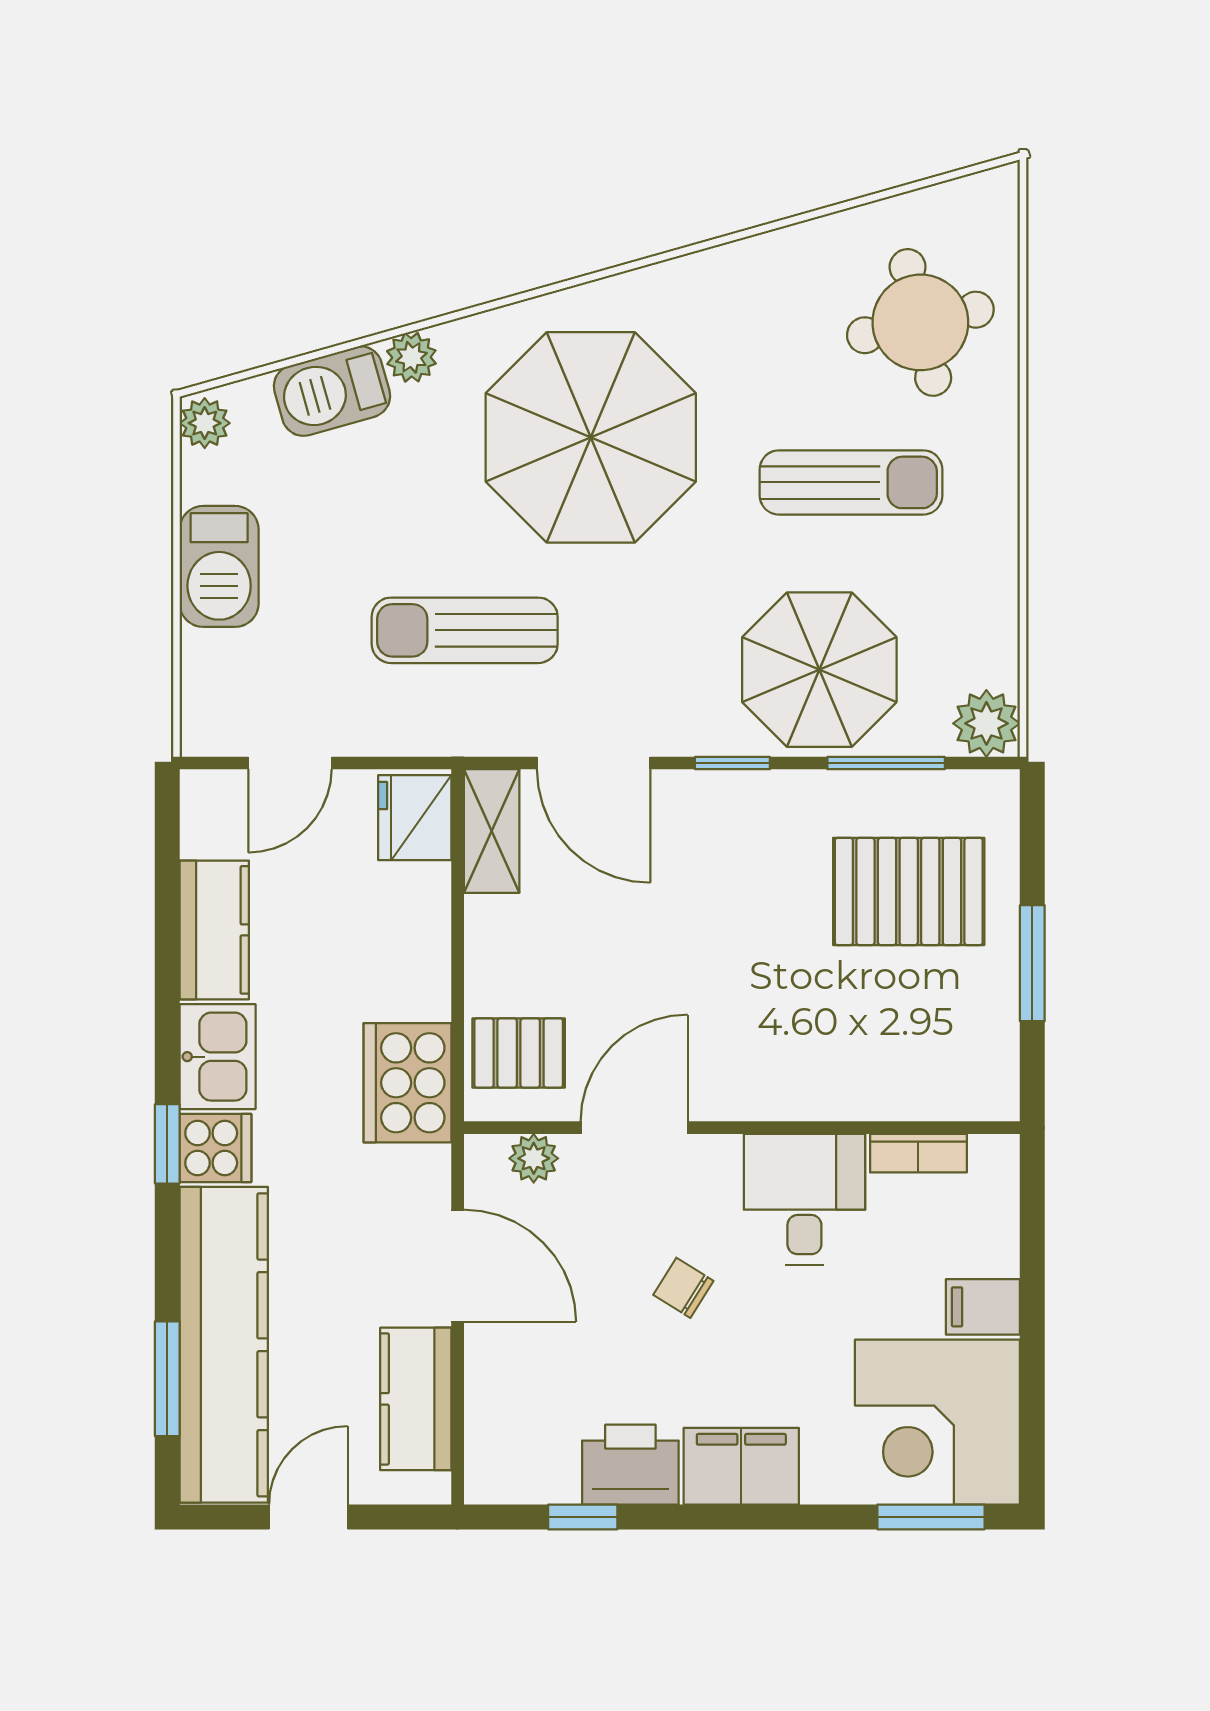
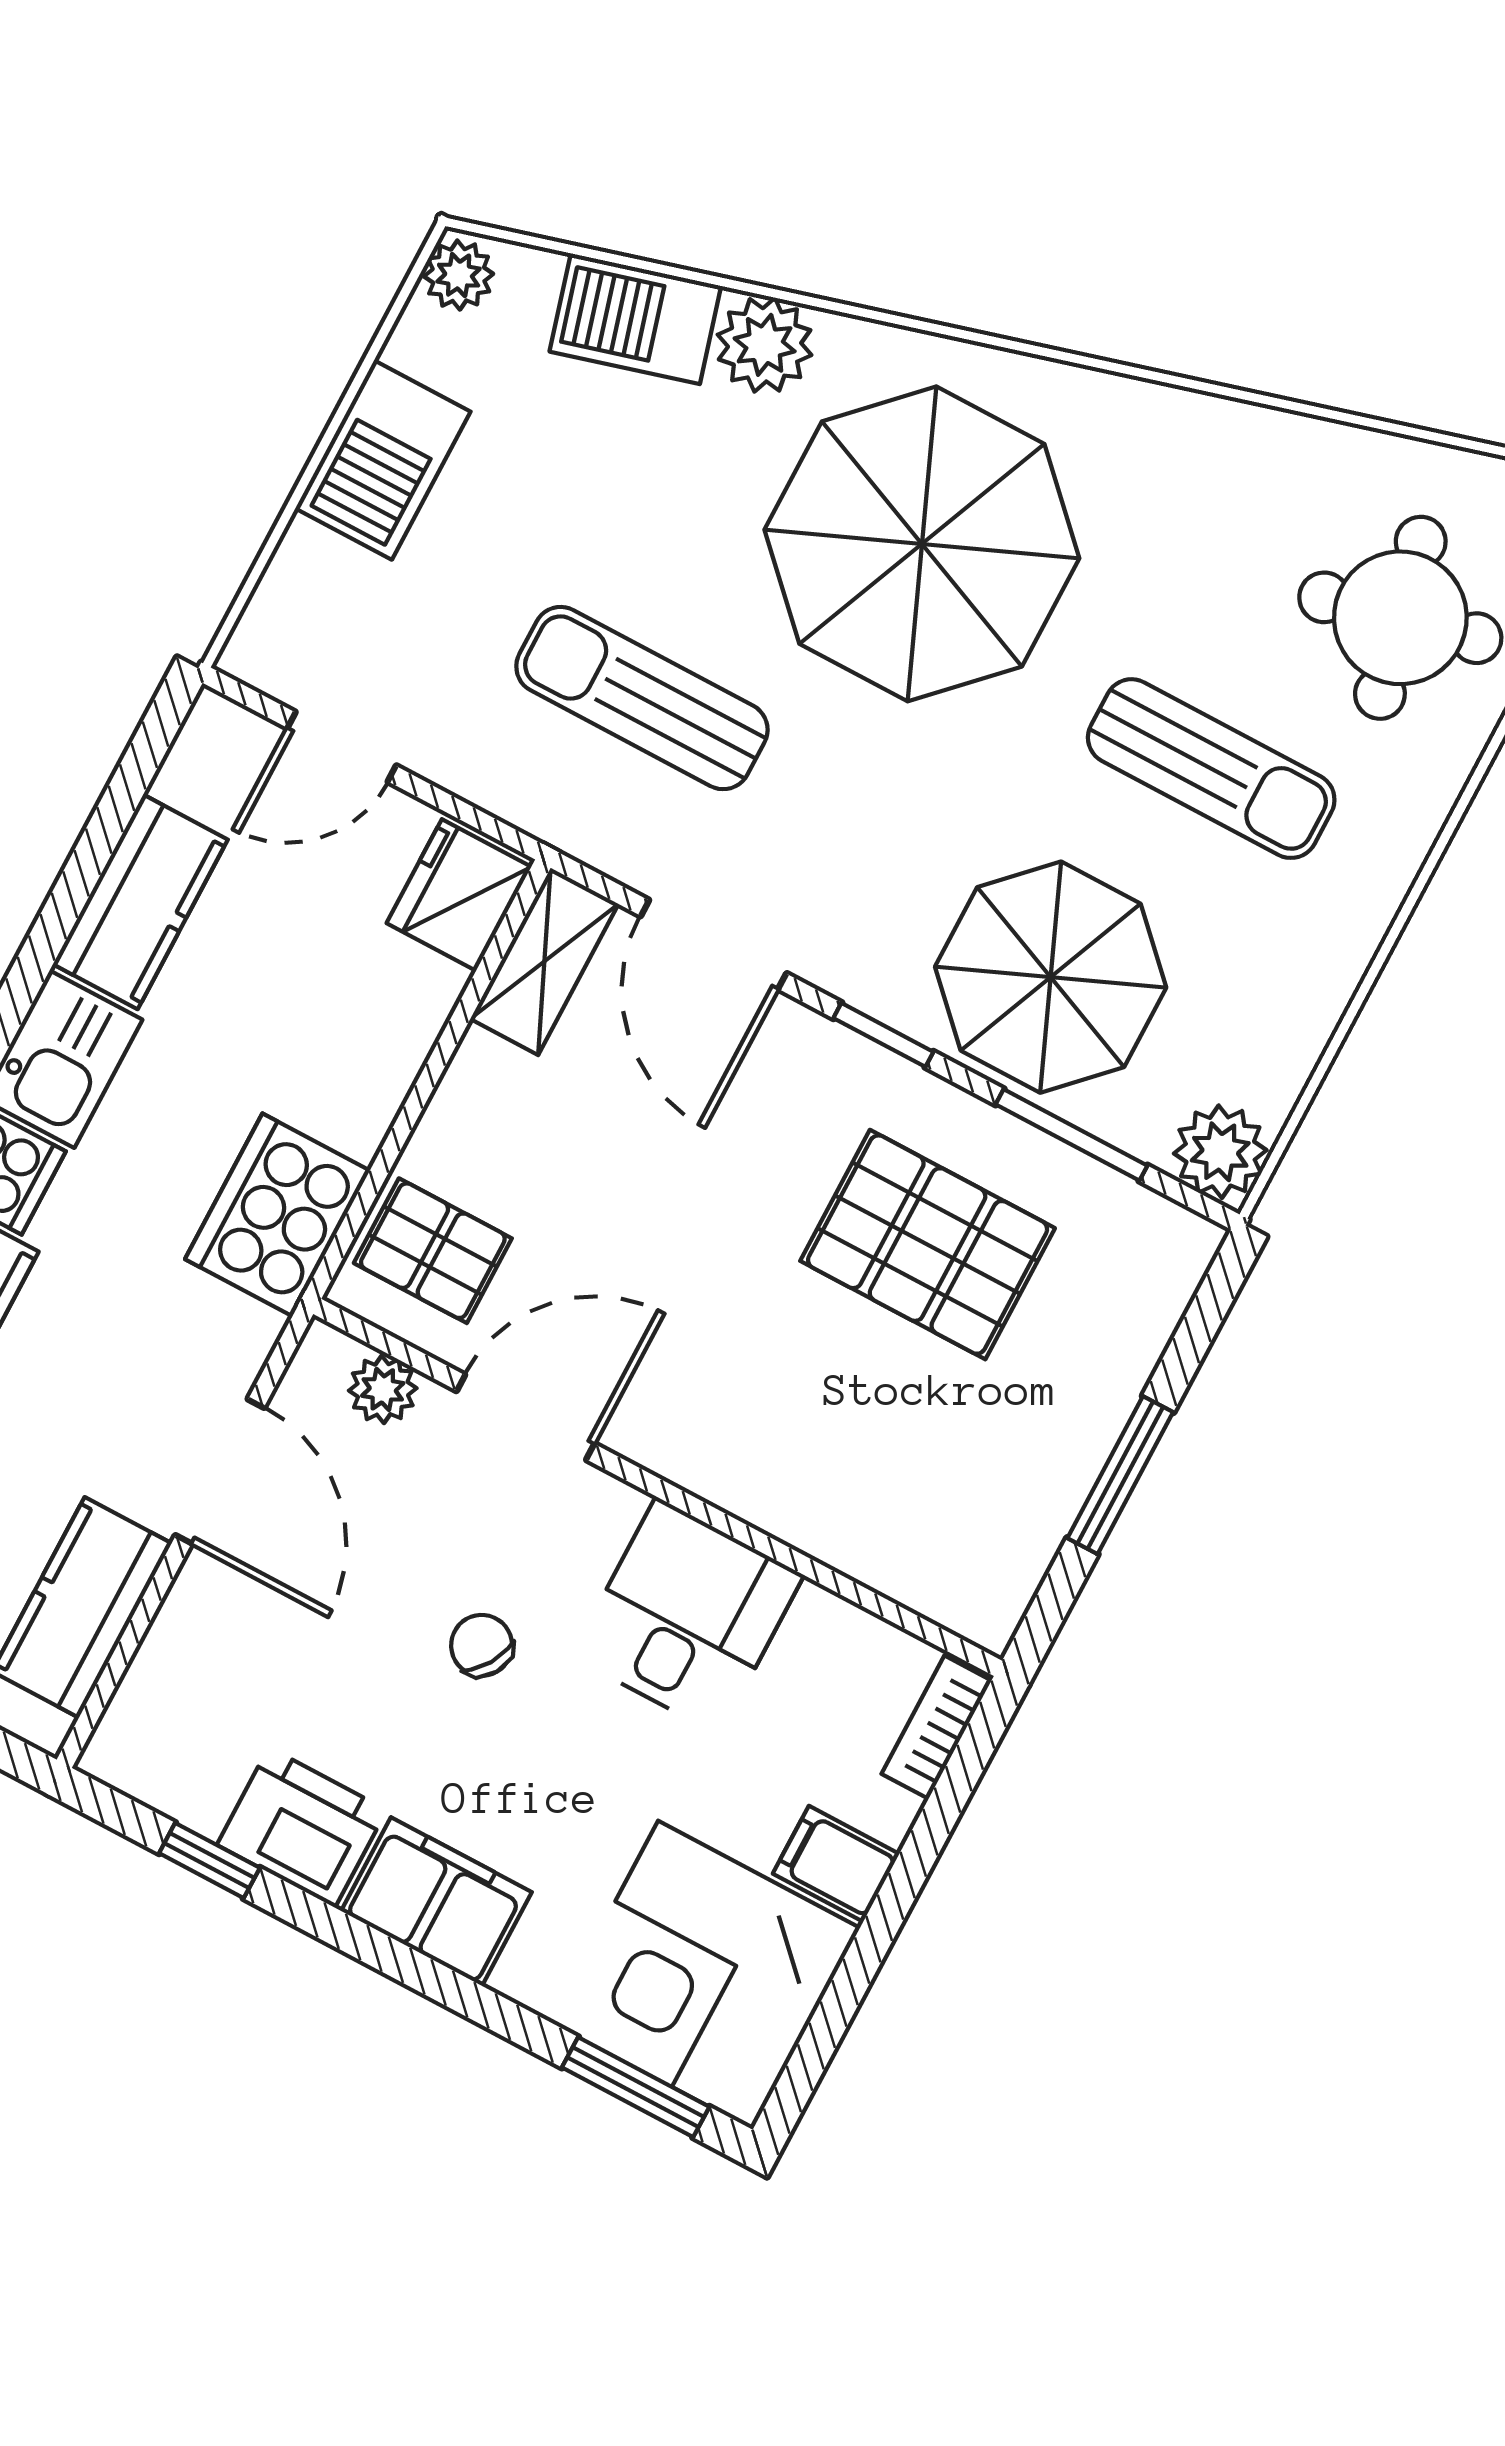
plant: (411, 357) -> (765, 345), width x1.38, depth x1.38
pallet: (909, 891) -> (928, 1245), moved
bookcase: (918, 1153) -> (936, 1727), moved, turned 90

